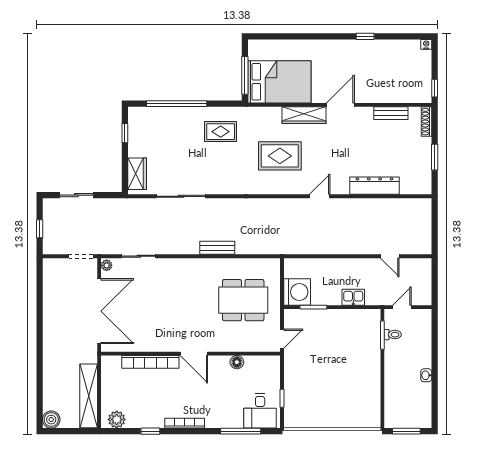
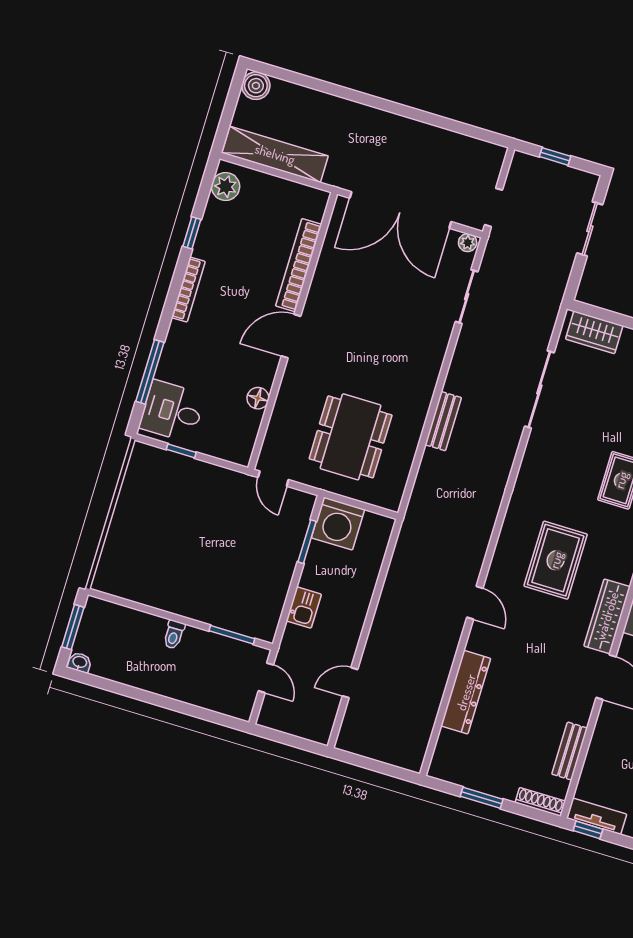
tv unit: (425, 85) -> (597, 816), added
toilet: (393, 335) -> (174, 635), moved
washbasin: (426, 375) -> (80, 662), moved

